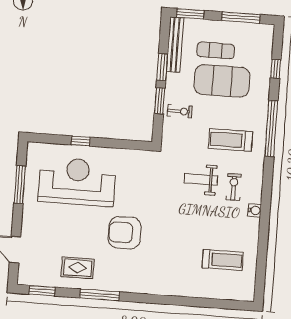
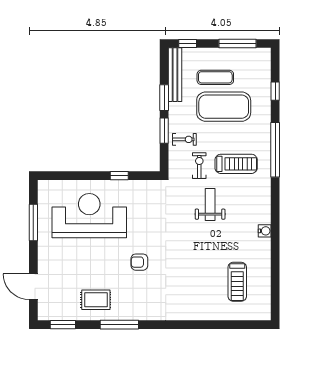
window: (190, 14) -> (188, 44), width x0.67
treadmill: (230, 140) -> (236, 164), turned 180
window: (81, 141) -> (119, 176), moved
weight bench: (201, 179) -> (210, 204), turned 90
exercise bike: (234, 187) -> (199, 166), moved
armchair: (125, 233) -> (139, 262), width x0.53, depth x0.53
treadmill: (223, 260) -> (237, 282), turned 90

